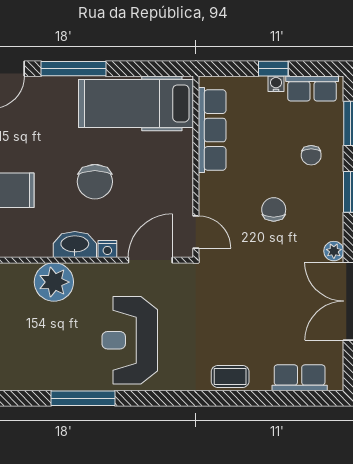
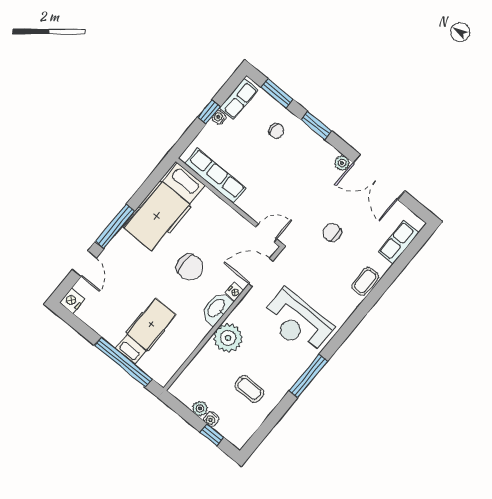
chair: (274, 209) -> (332, 232), moved
door: (150, 260) -> (261, 272), hinge flipped
coffee table: (19, 348) -> (249, 389), added

